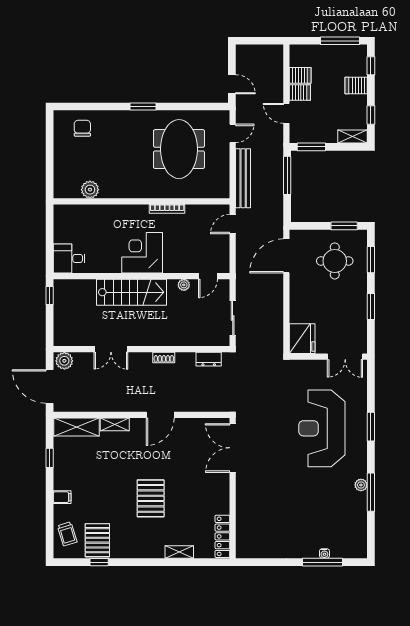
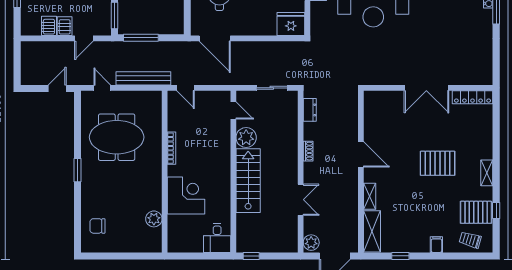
corner desk: (142, 253) -> (186, 196), moved, turned 180
plant: (184, 285) -> (246, 137), width x1.87, depth x1.87
double door: (233, 448) -> (426, 88), moved
trolley: (67, 534) -> (470, 240), turned -147
shelving: (179, 552) -> (487, 173), moved

